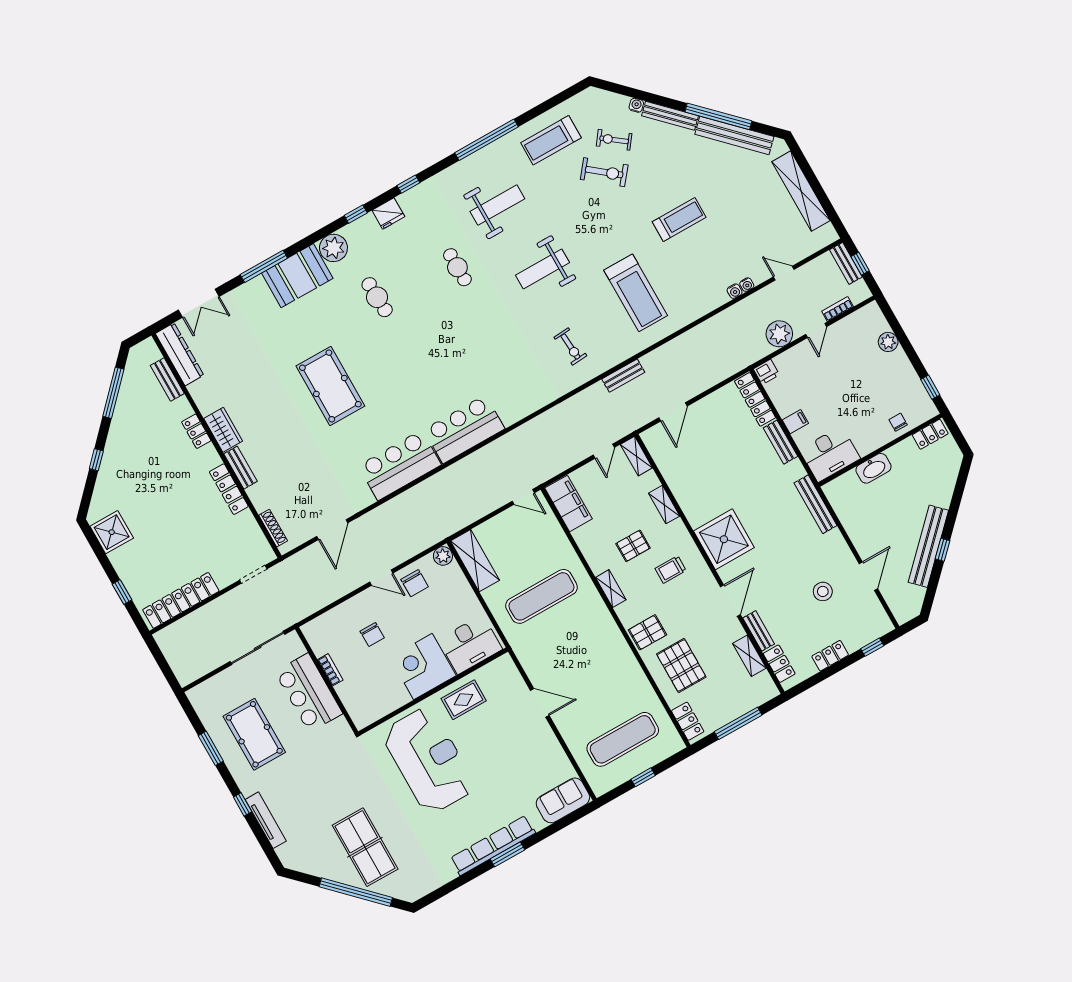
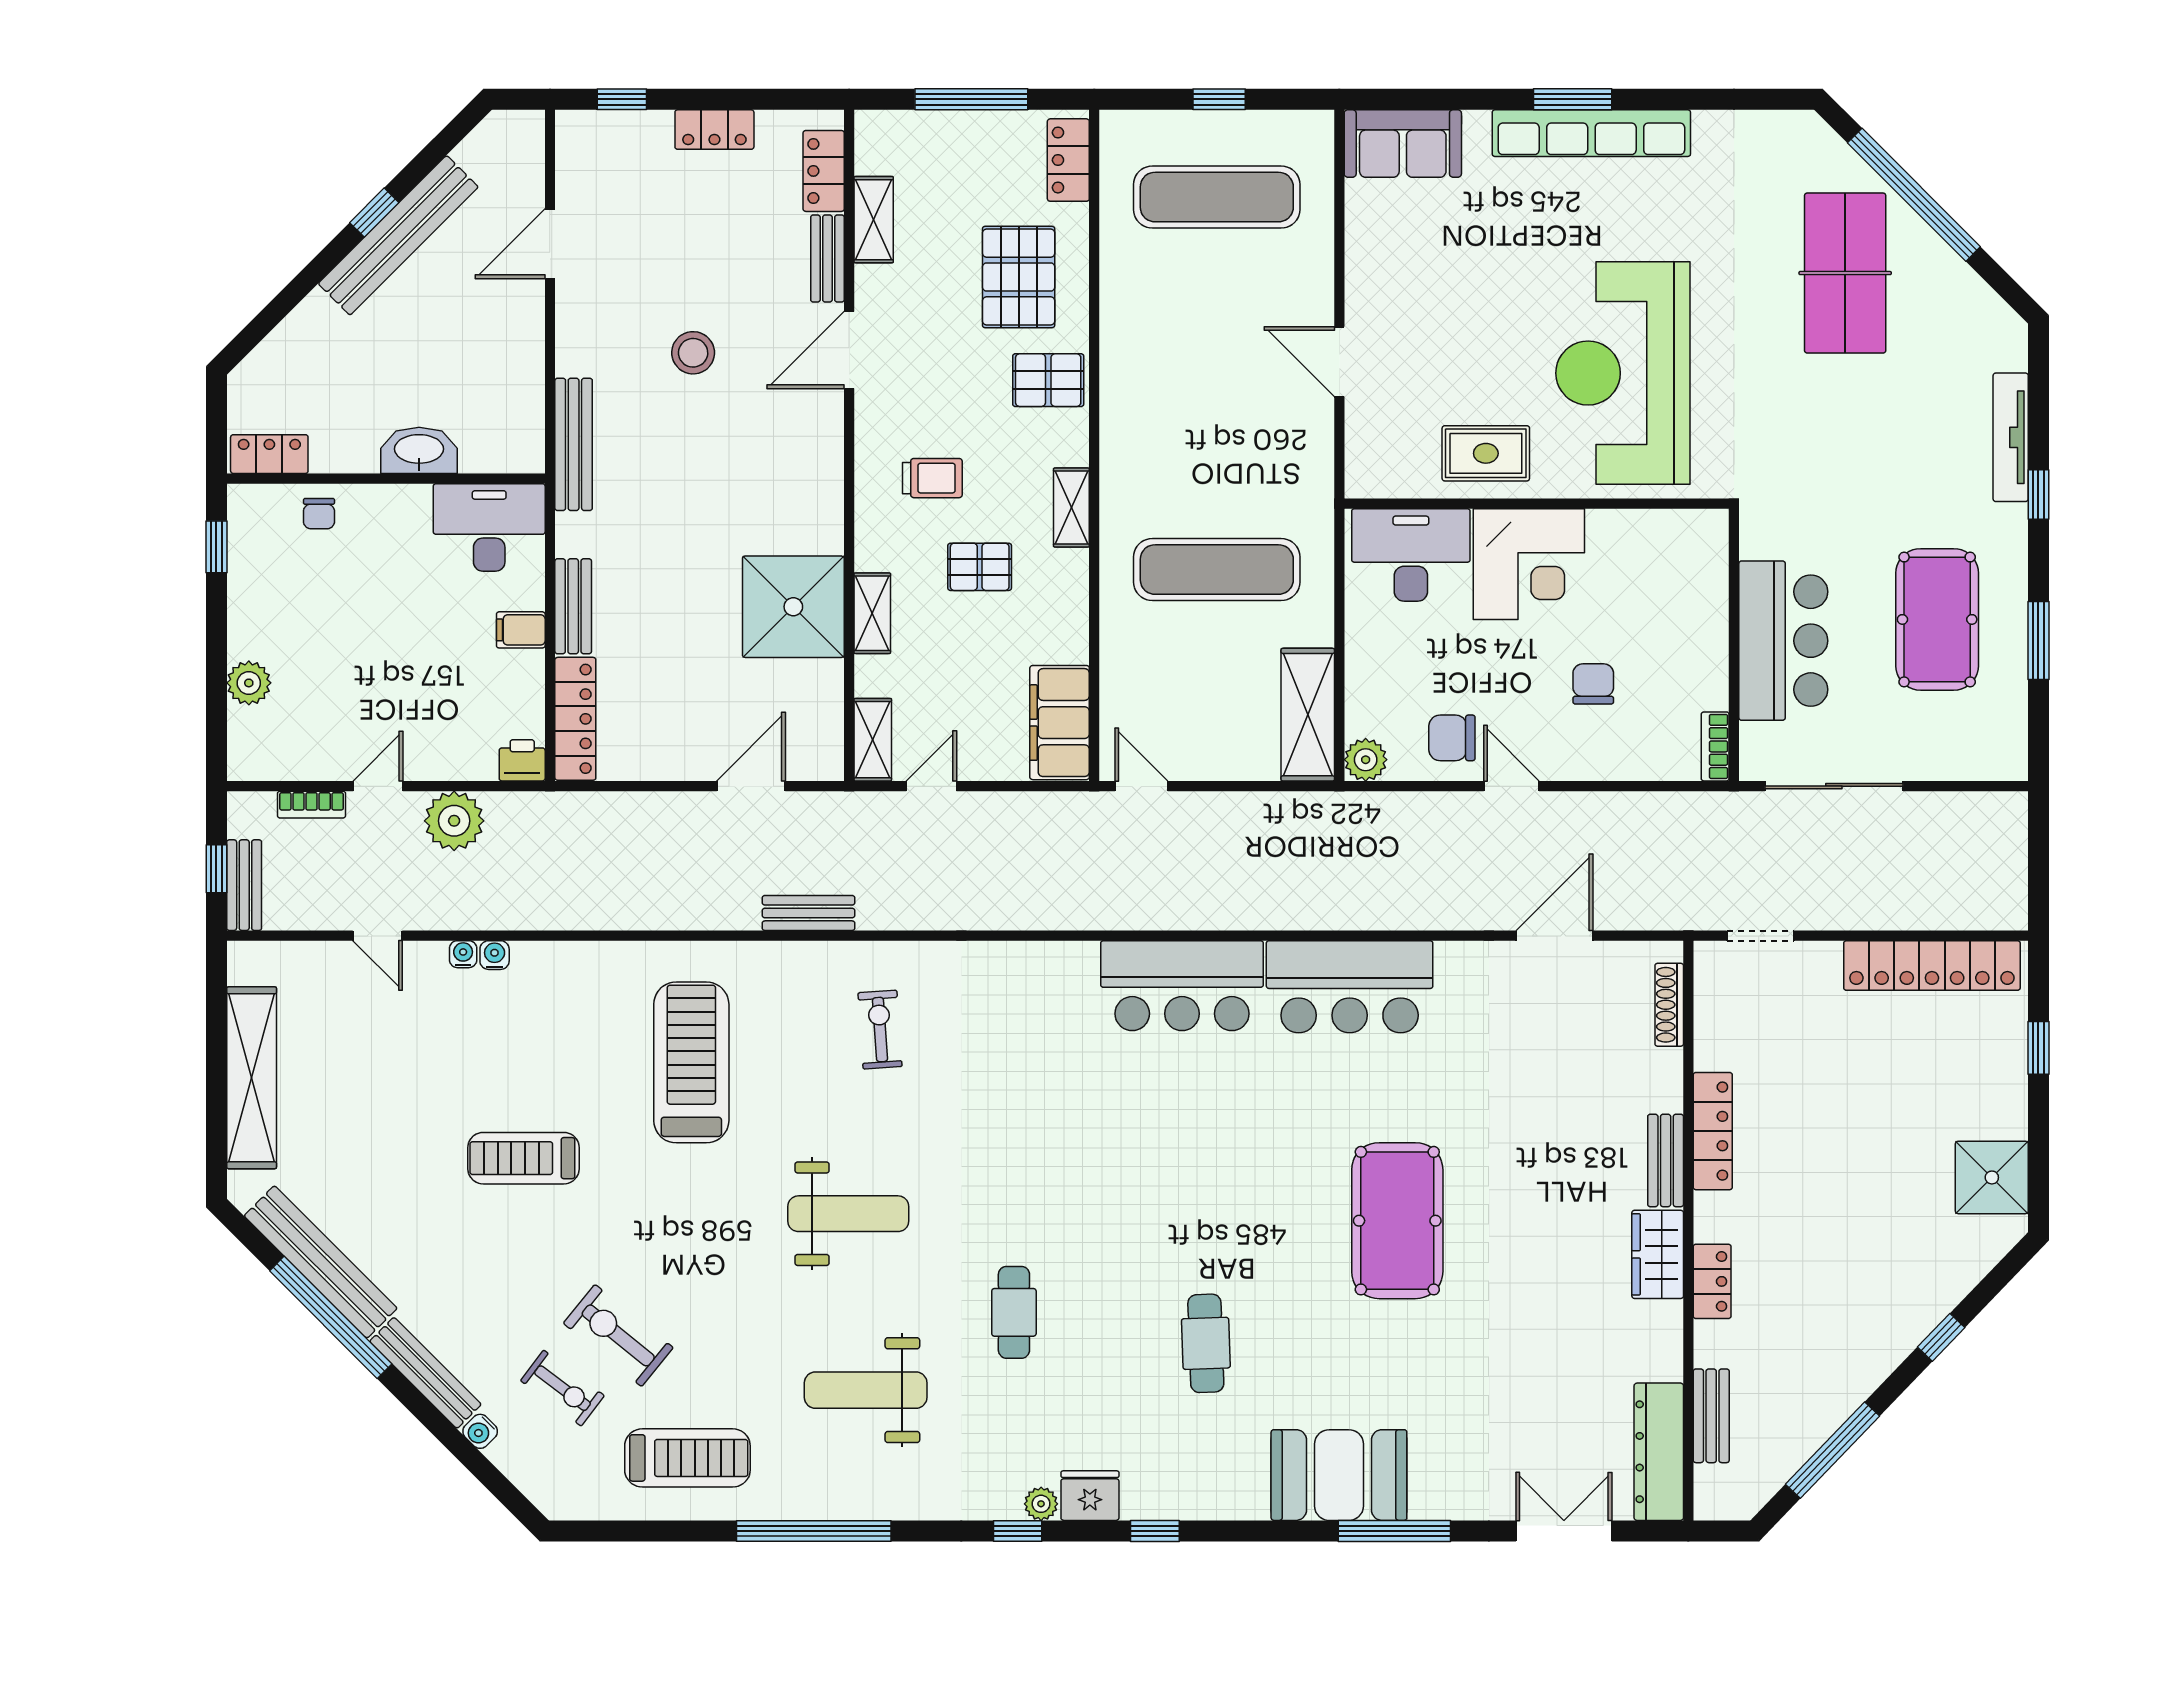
plant: (333, 248) -> (1041, 1504), moved, width x0.53, depth x0.53
shower: (724, 539) -> (793, 607), moved
chair: (415, 583) -> (1452, 738), turned -90
stool: (823, 591) -> (693, 353), moved
bookcase: (330, 670) -> (1715, 746), moved

